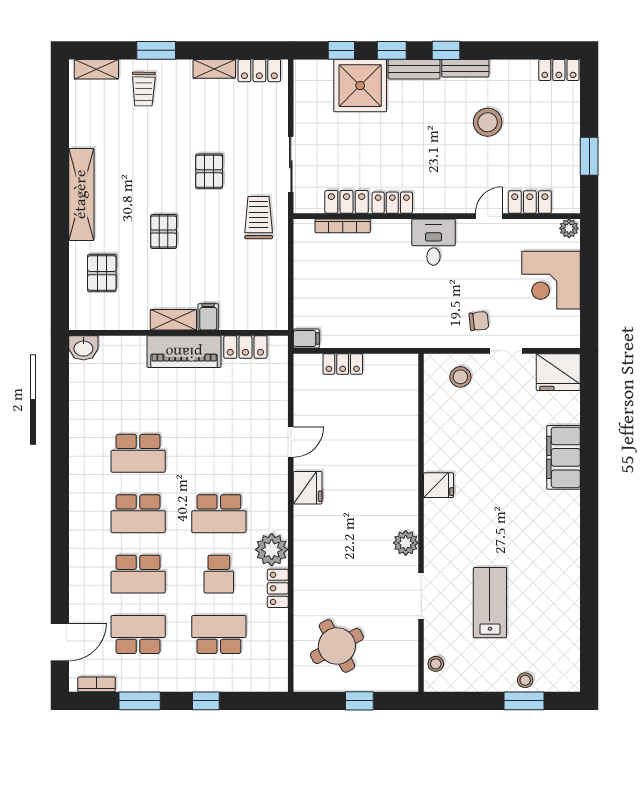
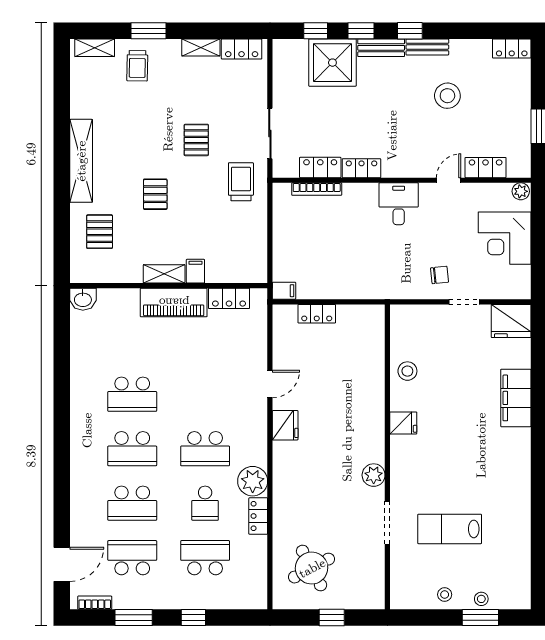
stool: (460, 377) -> (407, 371), moved
lab bench: (490, 603) -> (450, 529), turned -90
stool: (436, 664) -> (445, 595), moved

